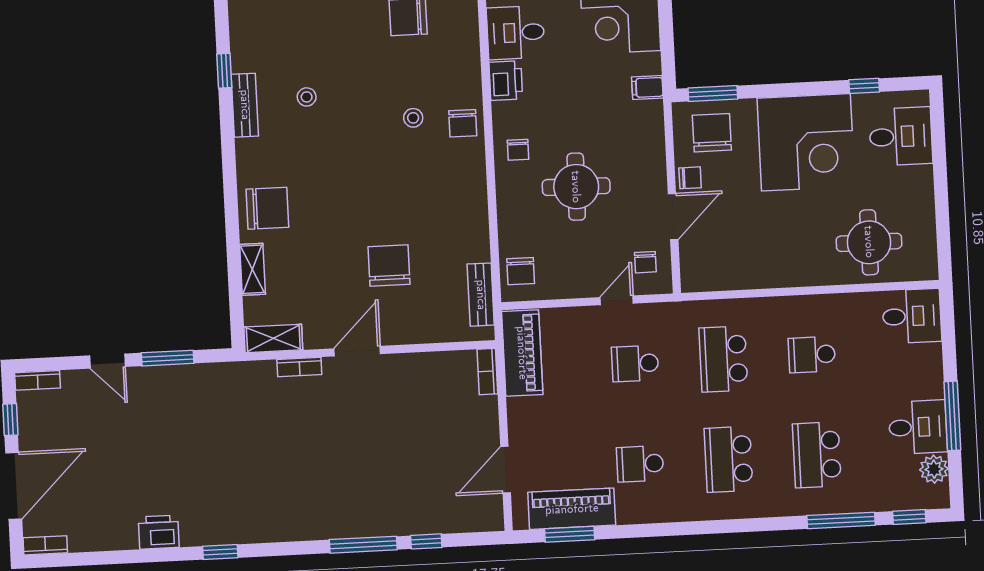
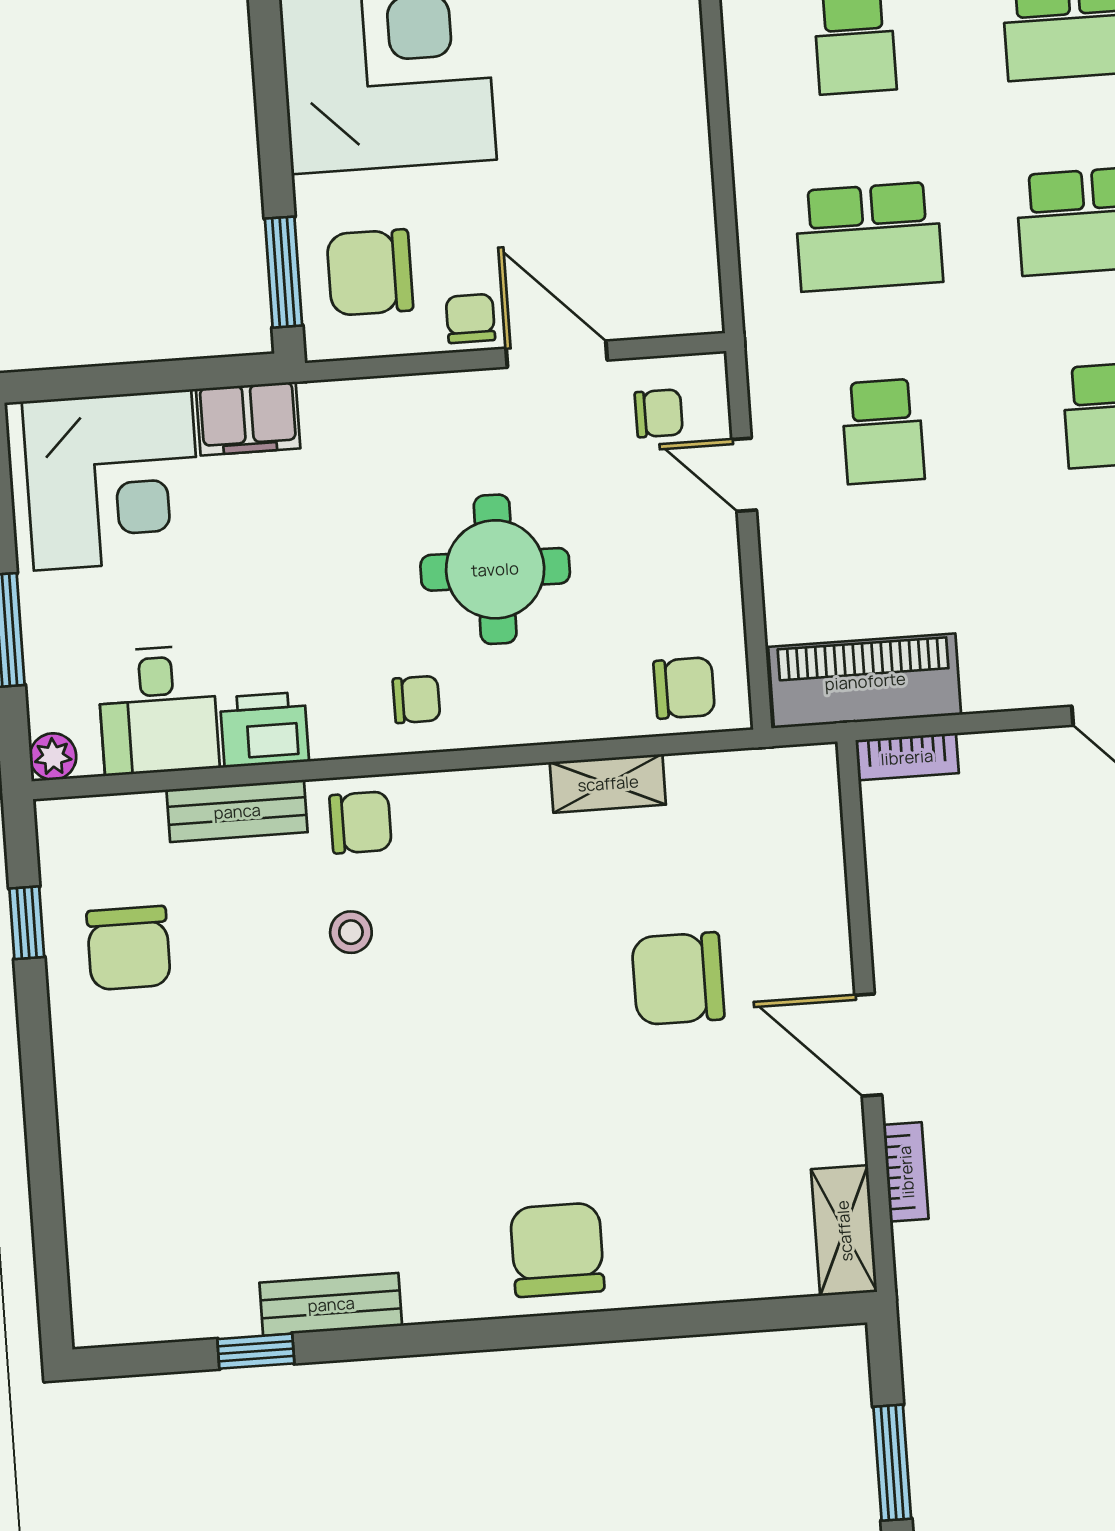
filing cabinet: (647, 87) -> (248, 419), width x2.00
stool: (307, 97) -> (310, 1168), removed
shelving: (253, 269) -> (608, 783), moved
bench: (481, 295) -> (237, 811), moved

